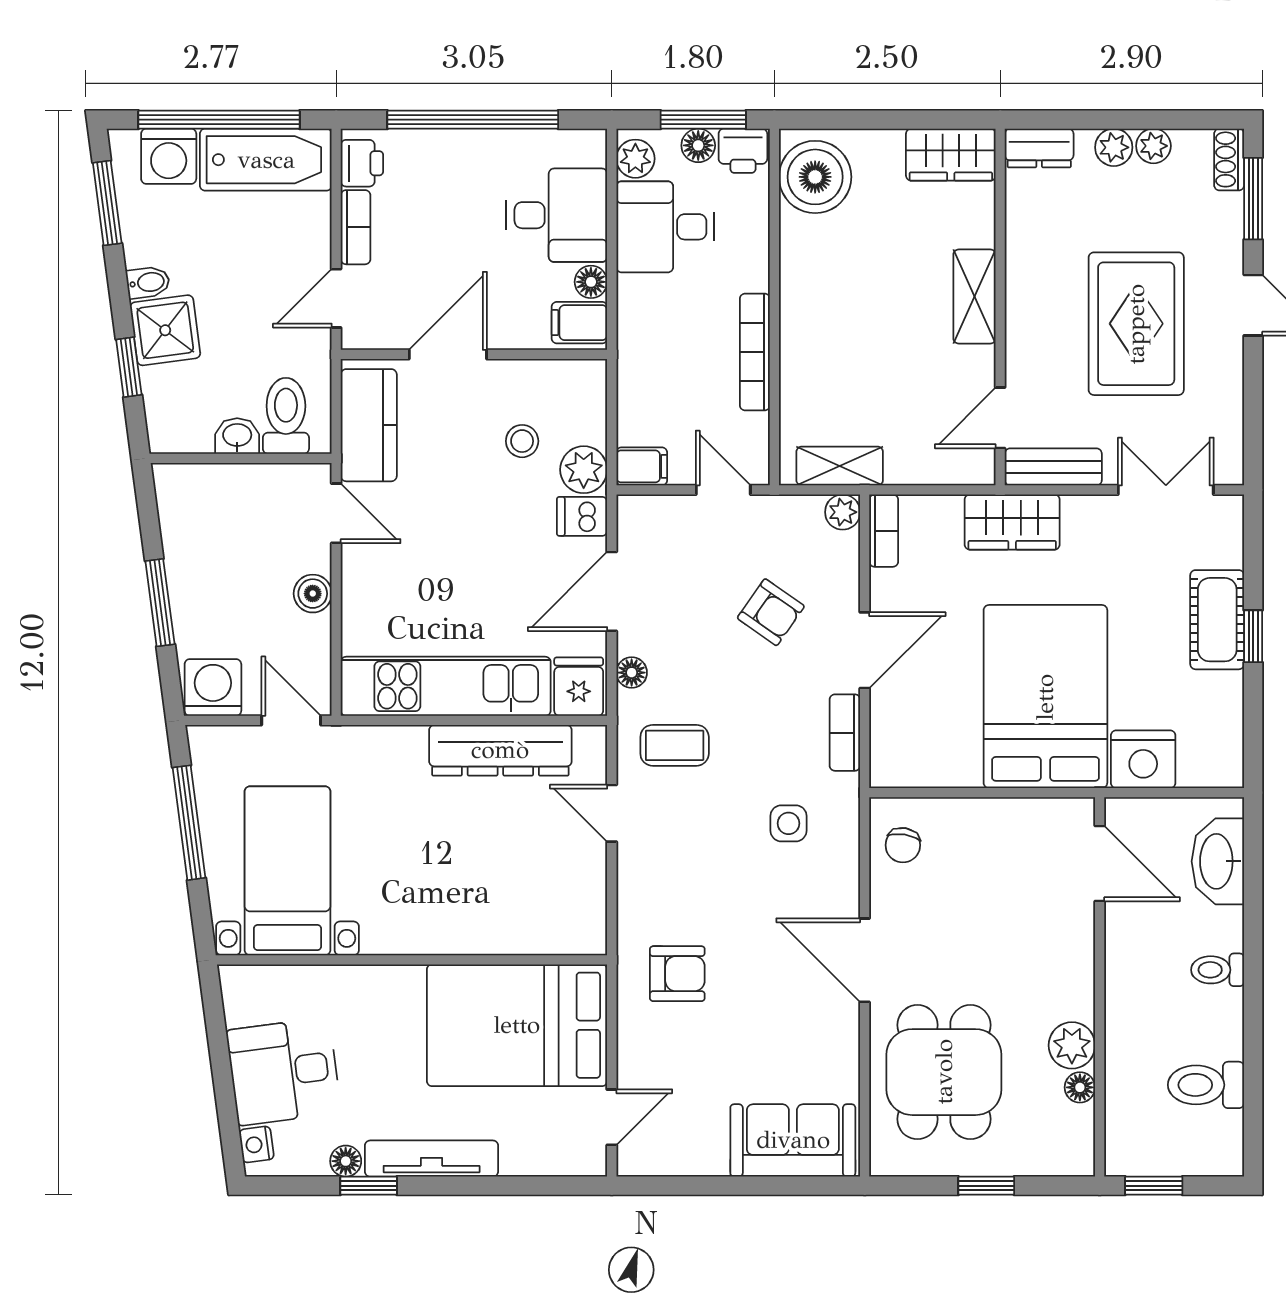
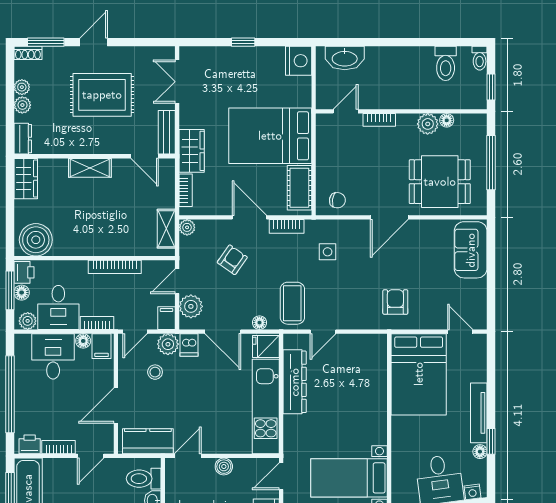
door: (336, 298) -> (91, 456), hinge flipped
bookcase: (631, 313) -> (97, 323), added
door: (448, 354) -> (116, 406), hinge flipped
door: (612, 397) -> (135, 332), added
plant: (668, 520) -> (191, 306), added
bookcase: (884, 531) -> (186, 190), moved, turned 90
cot: (1217, 620) -> (299, 188), moved, turned 90
coffee table: (675, 745) -> (292, 303), width x1.36, depth x1.30
nightstand: (1143, 759) -> (299, 61), moved
door: (1100, 863) -> (346, 111), width x0.73
bookcase: (1081, 938) -> (379, 120), added
toilet: (1218, 970) -> (480, 58), moved
window: (986, 1186) -> (491, 163), width x2.17

